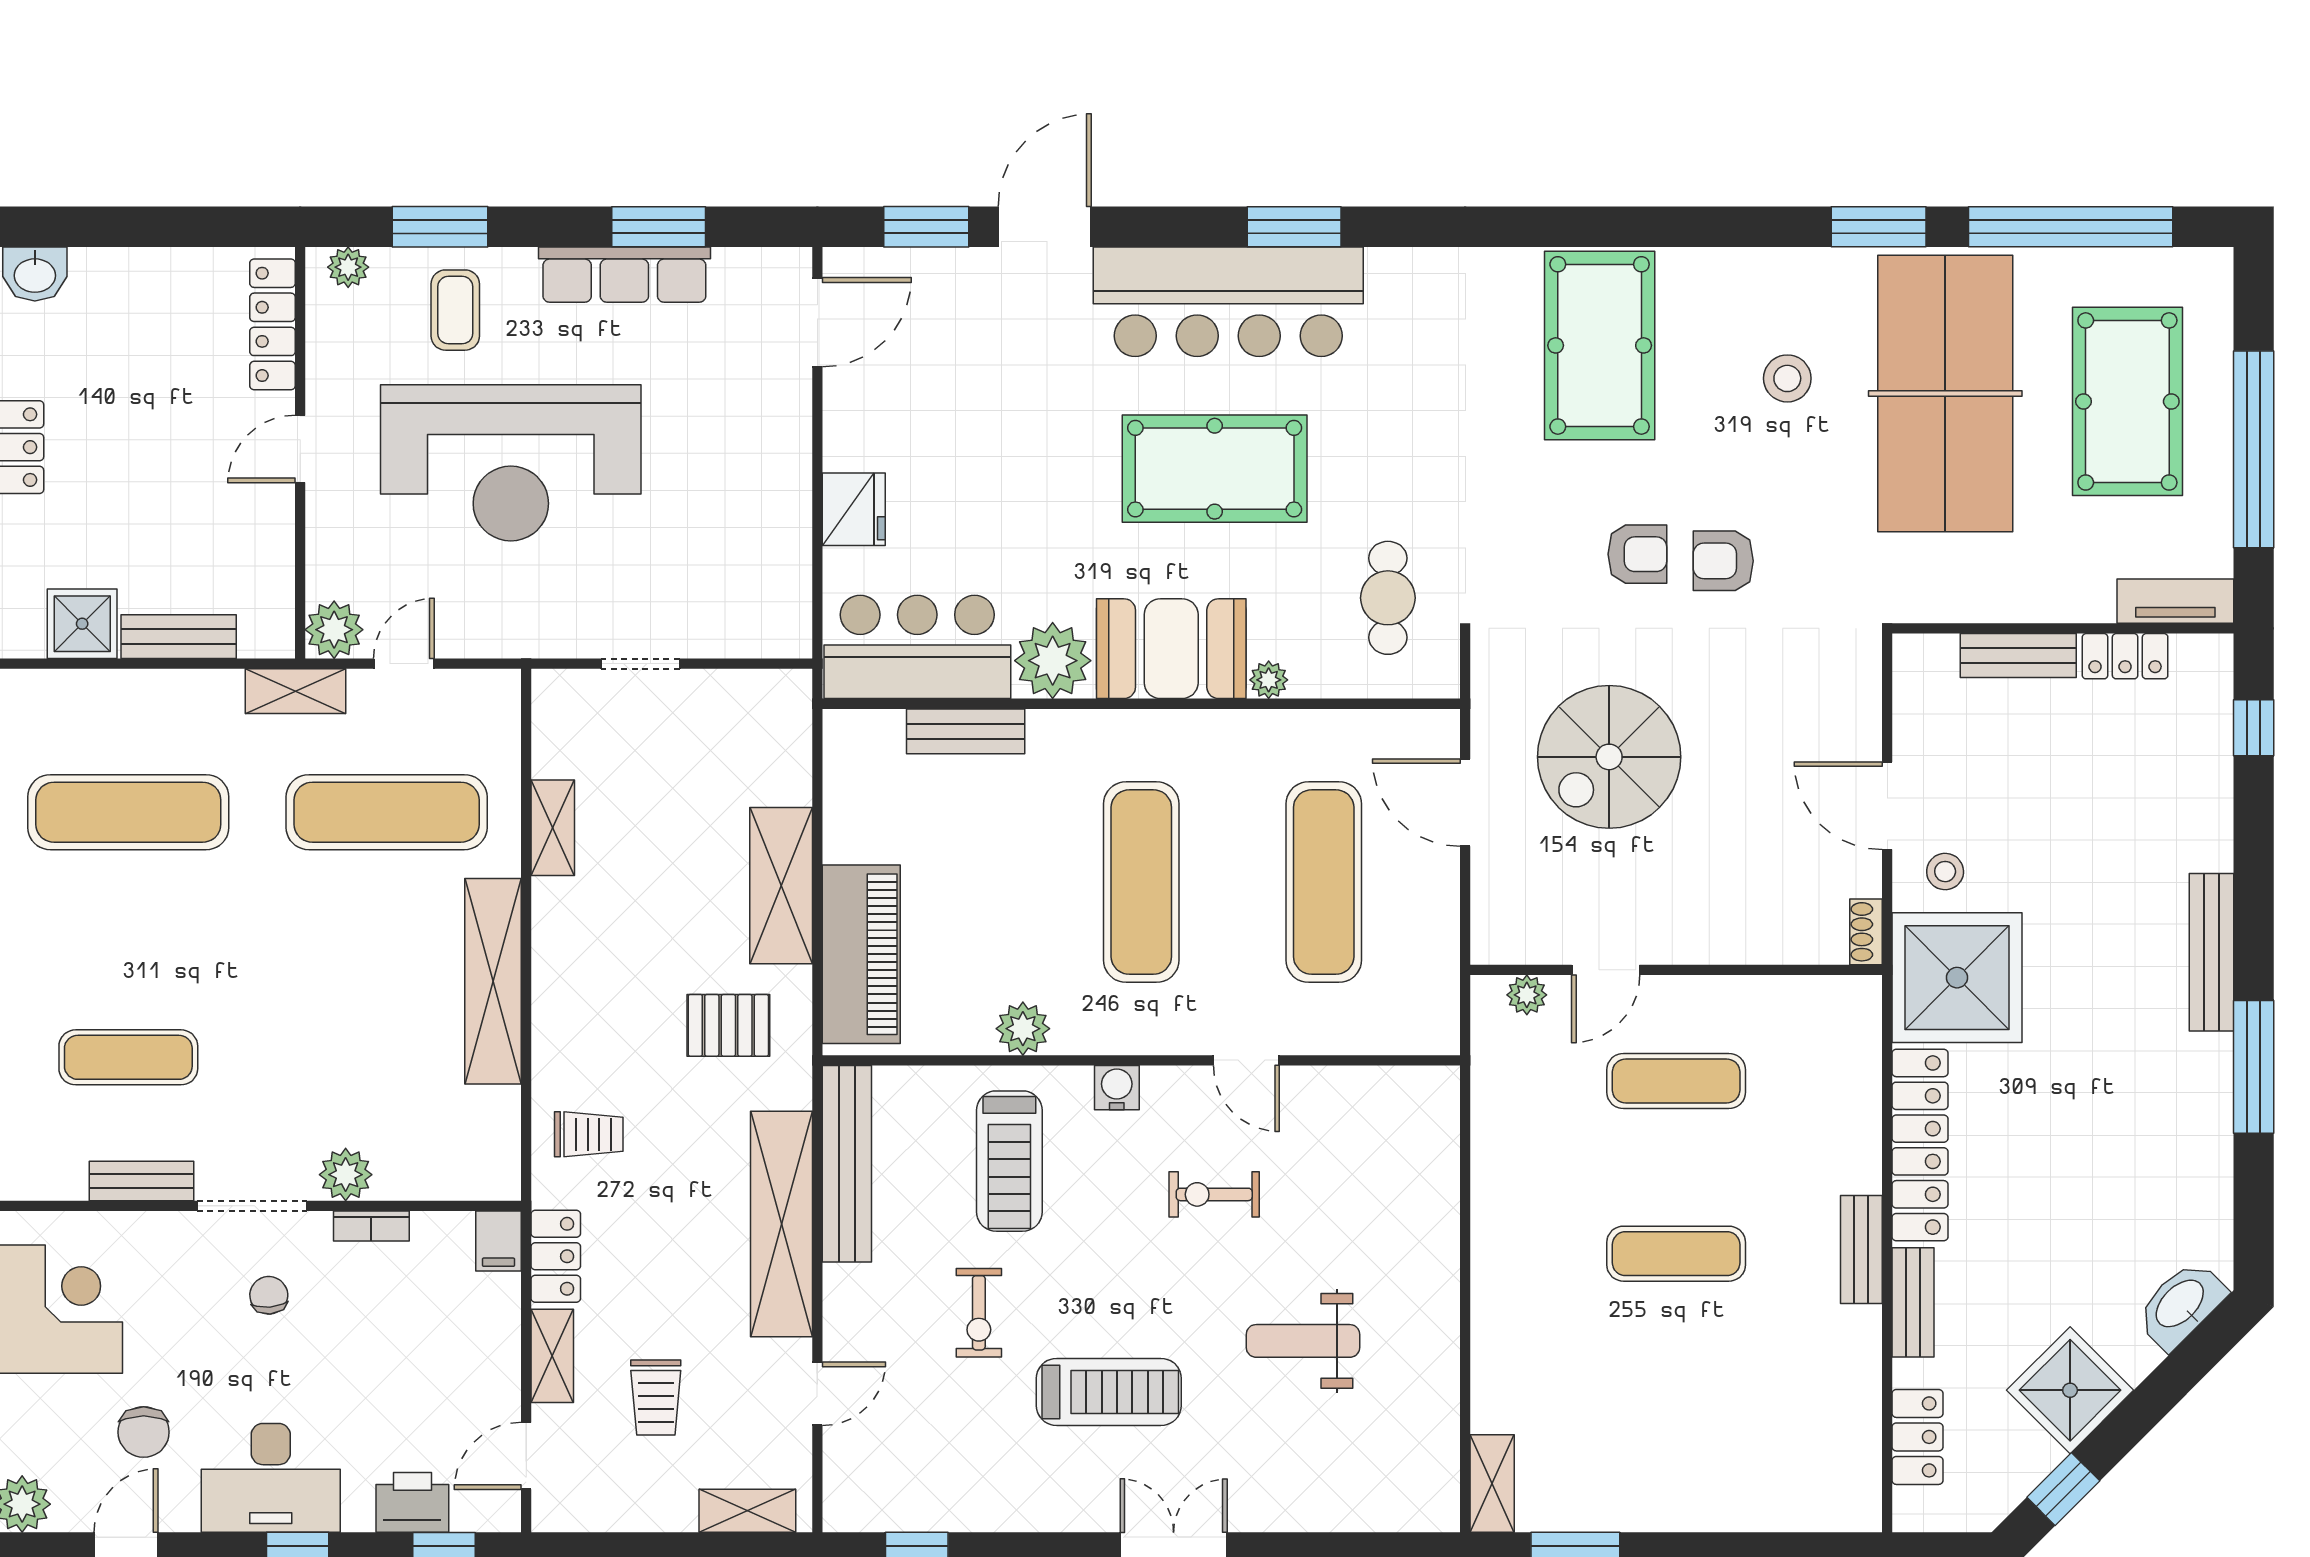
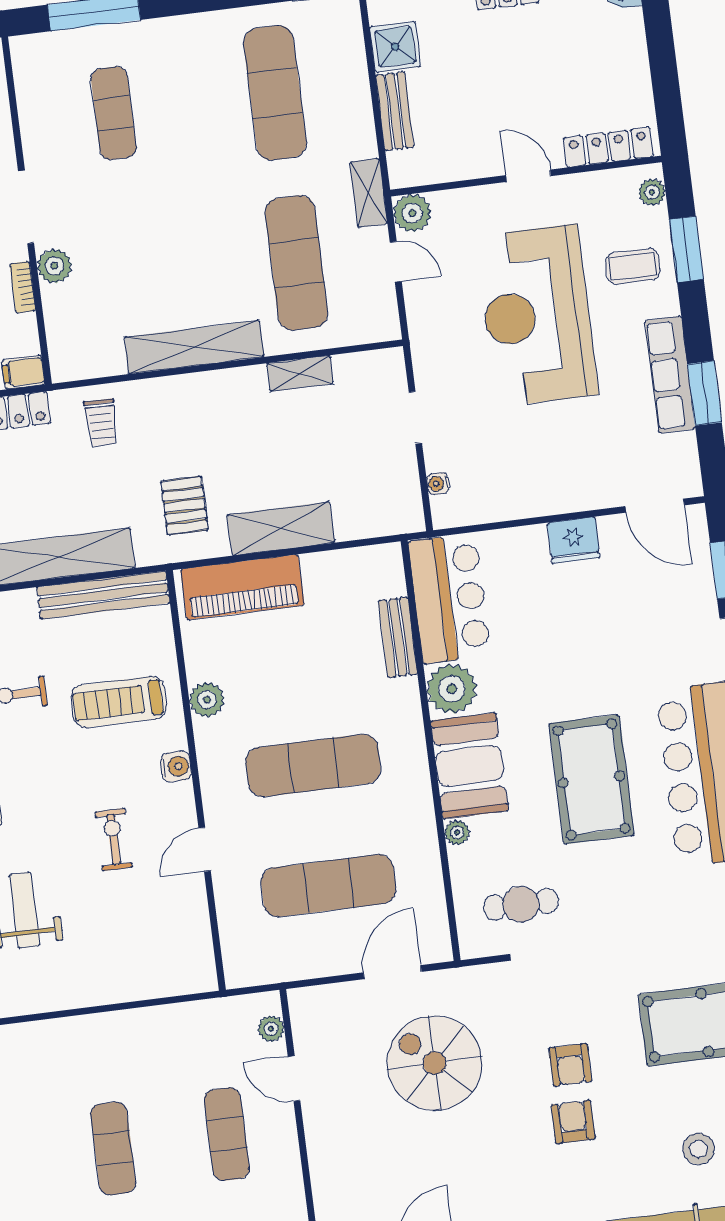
fridge: (854, 509) -> (574, 540), moved
water cooler: (743, 642) -> (438, 483), added
bench: (142, 1181) -> (33, 132), removed

